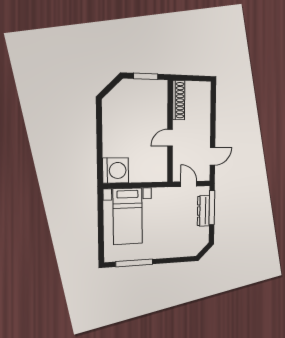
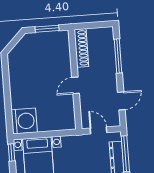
window: (213, 112) -> (118, 56), added
window: (100, 202) -> (12, 153), added

